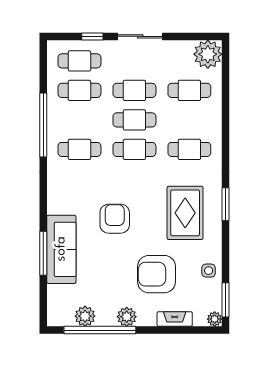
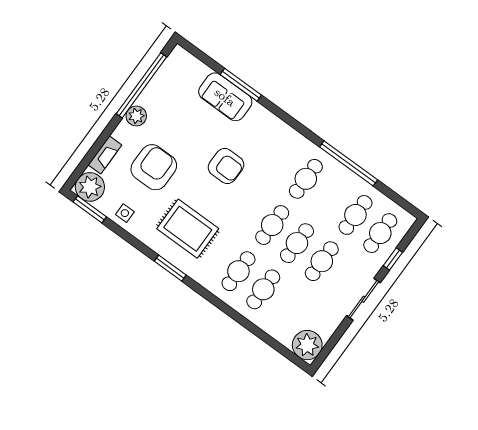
cafe table: (189, 90) -> (263, 289), moved
sofa: (61, 249) -> (225, 97), width x0.73
plant: (85, 316) -> (162, 81), removed
plant: (215, 319) -> (90, 187), width x1.87, depth x1.87

